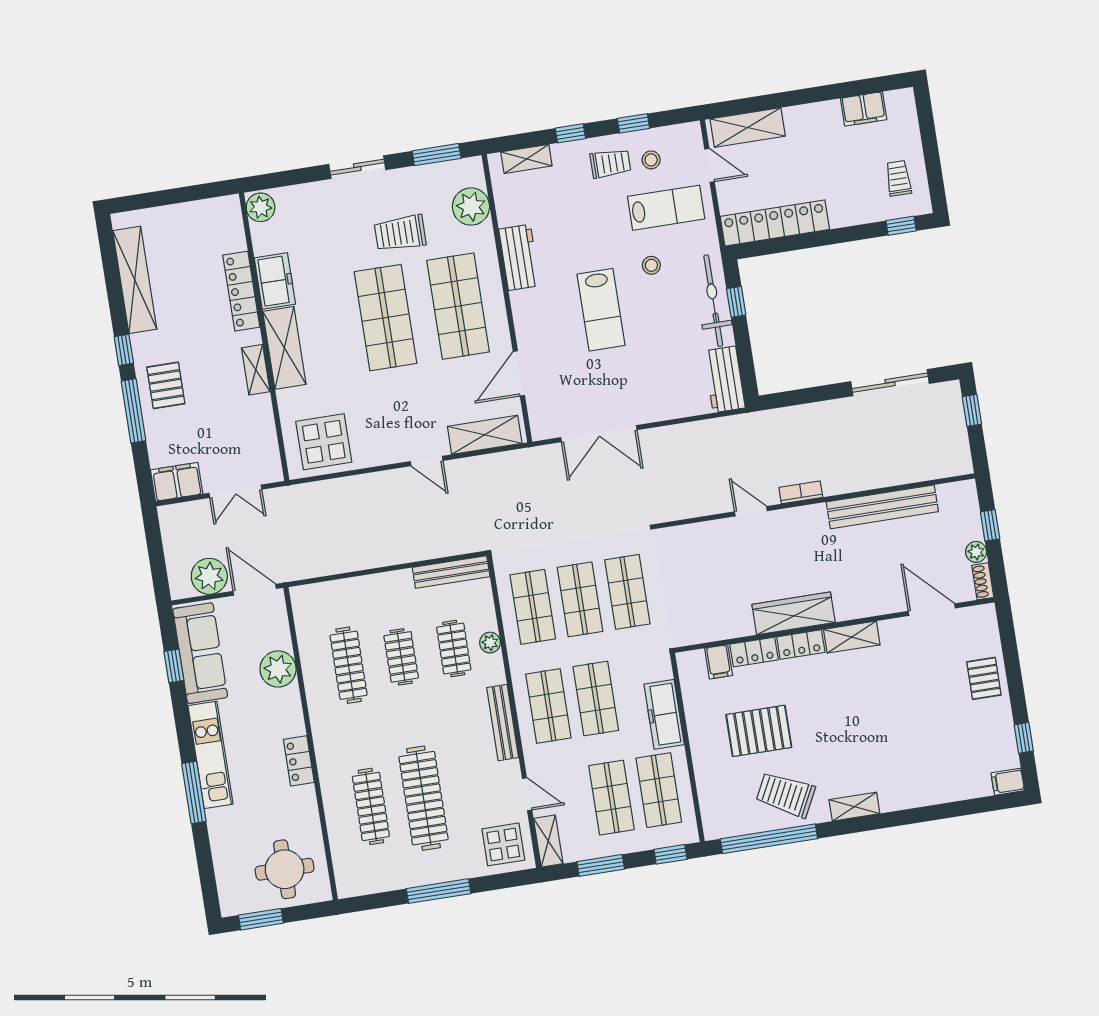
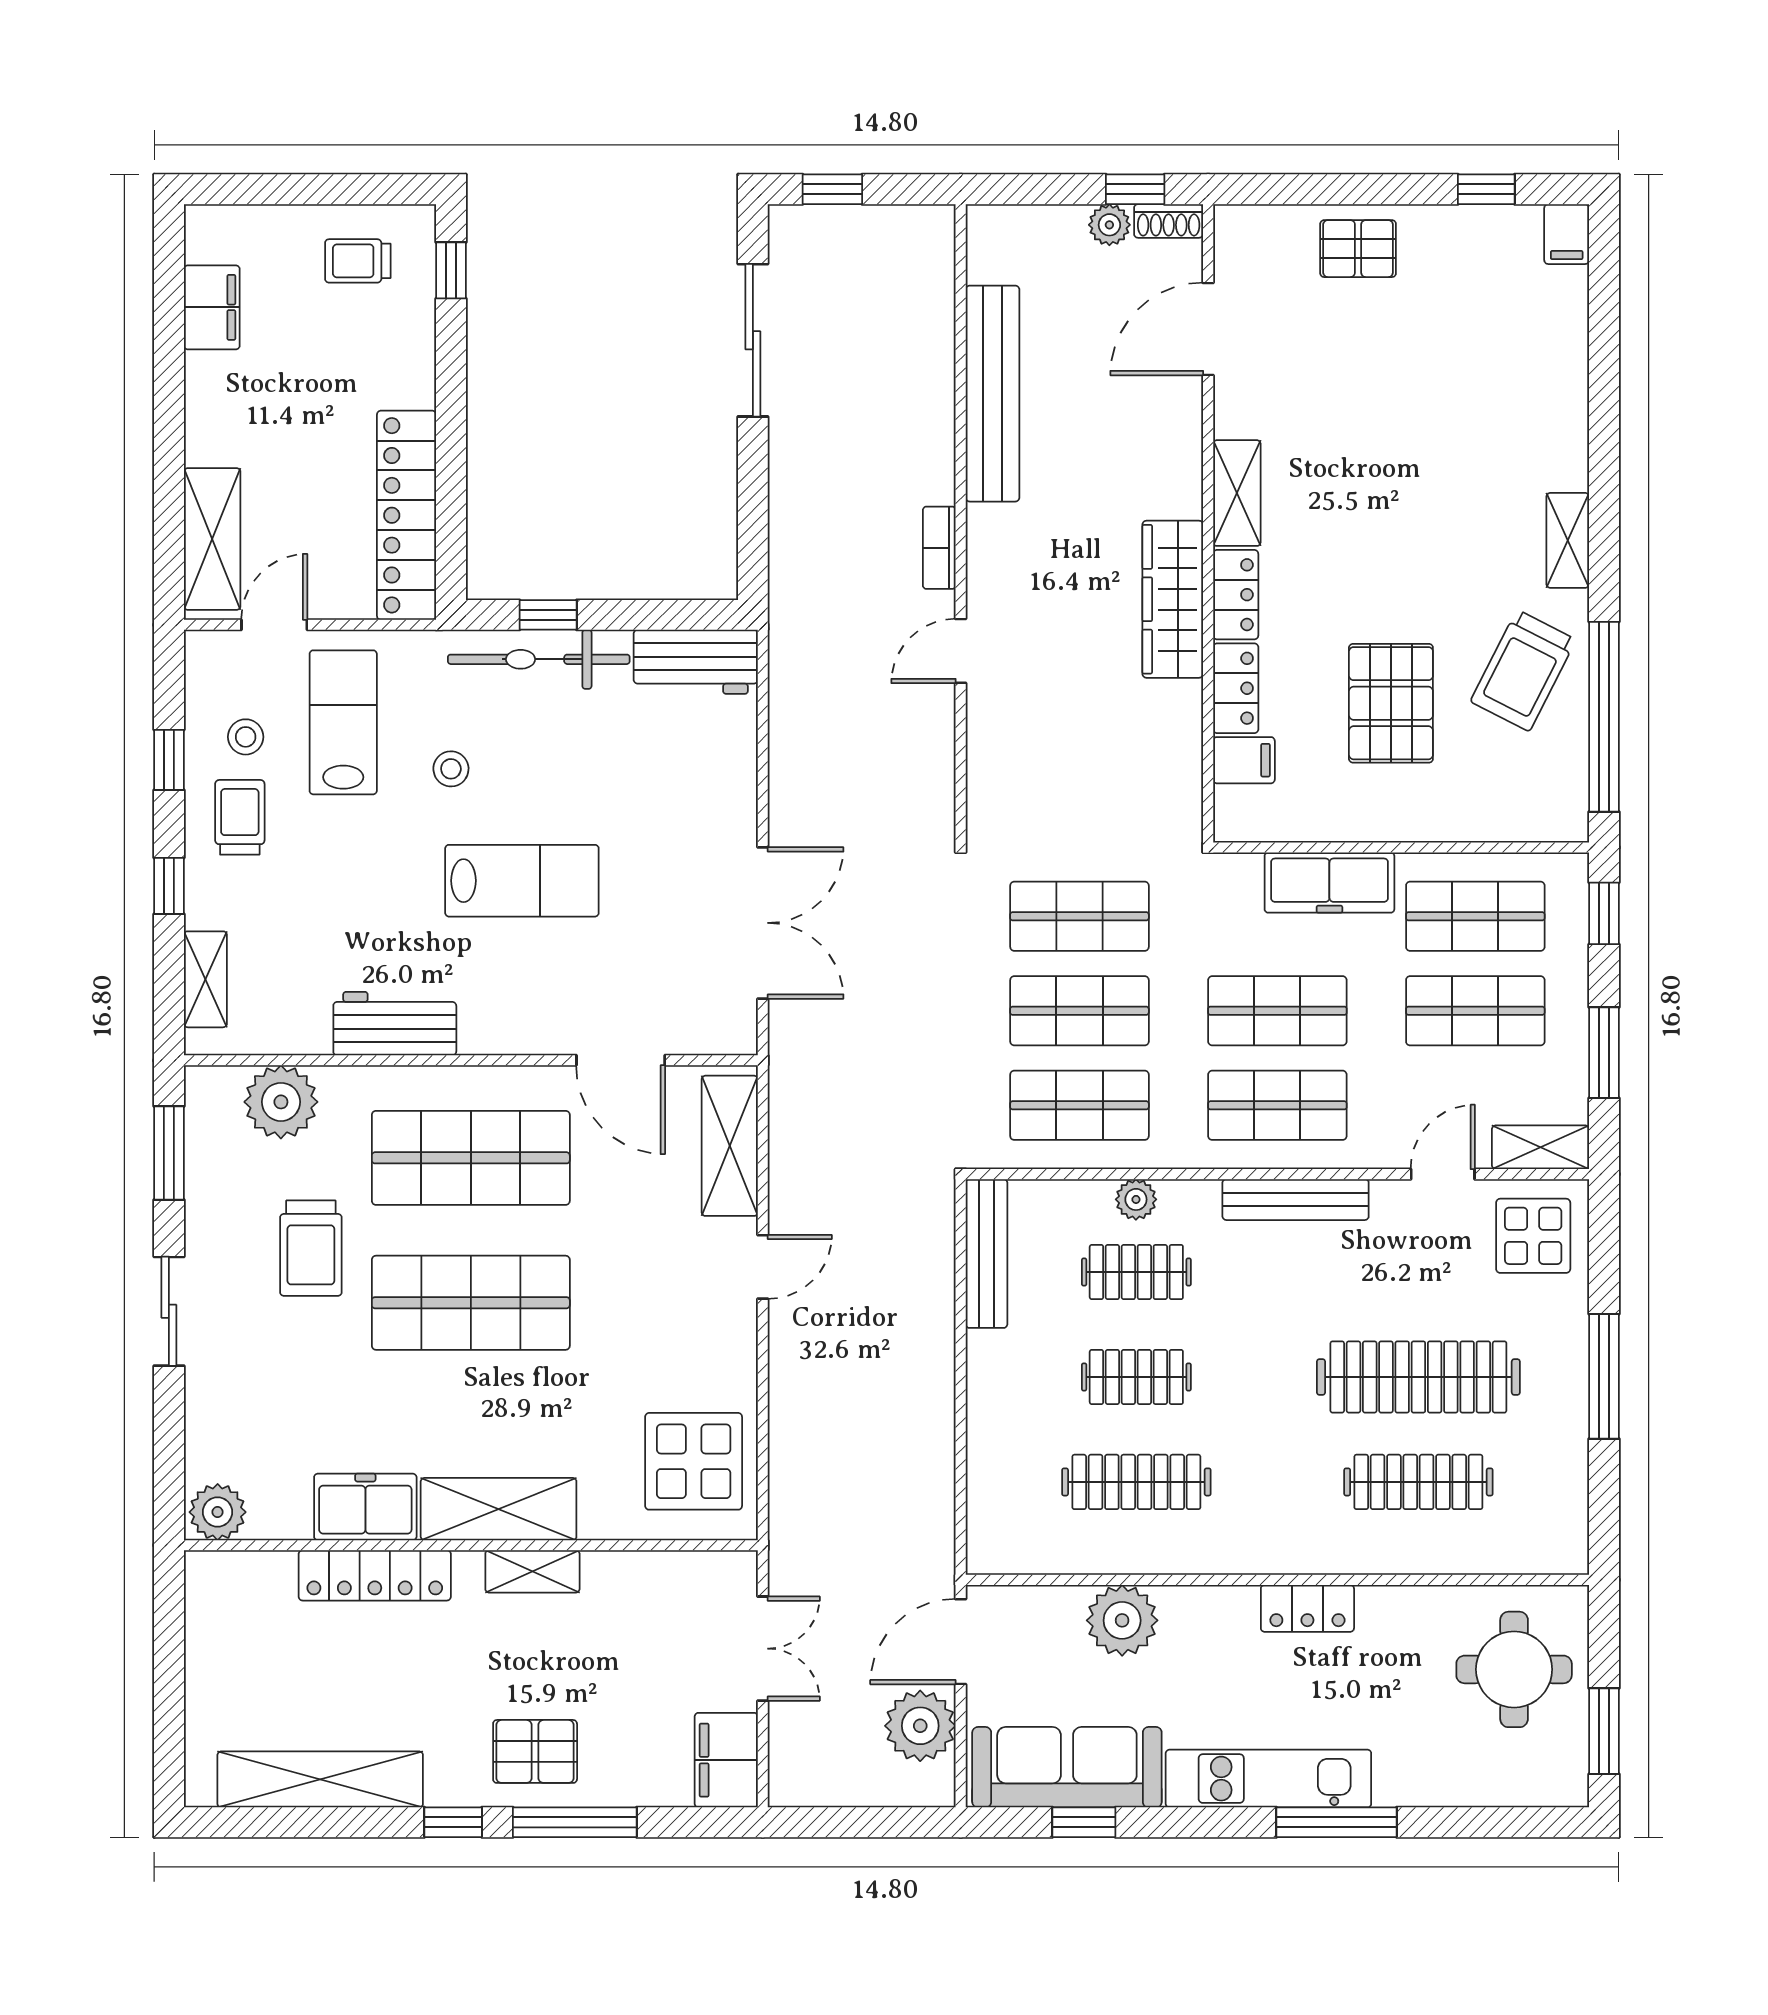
window: (990, 525) -> (1135, 189), moved

